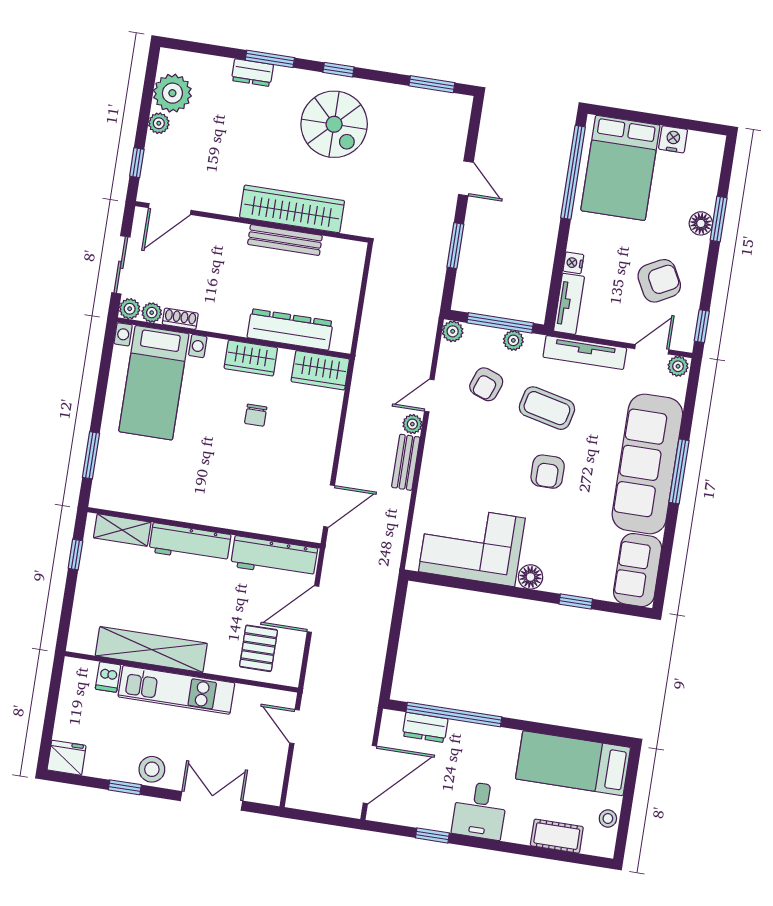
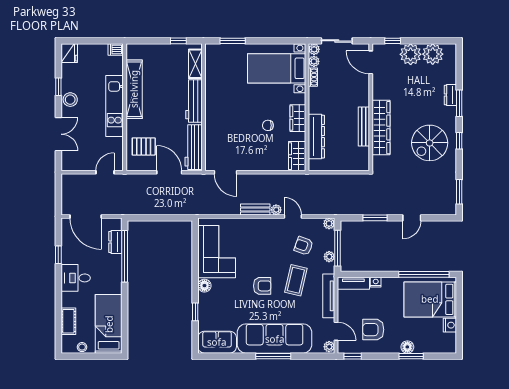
plant: (159, 123) -> (411, 54), width x1.87, depth x1.87
armchair: (659, 281) -> (373, 330), turned 118
armchair: (548, 472) -> (262, 286), turned 180
dishwasher: (108, 677) -> (116, 49), moved

